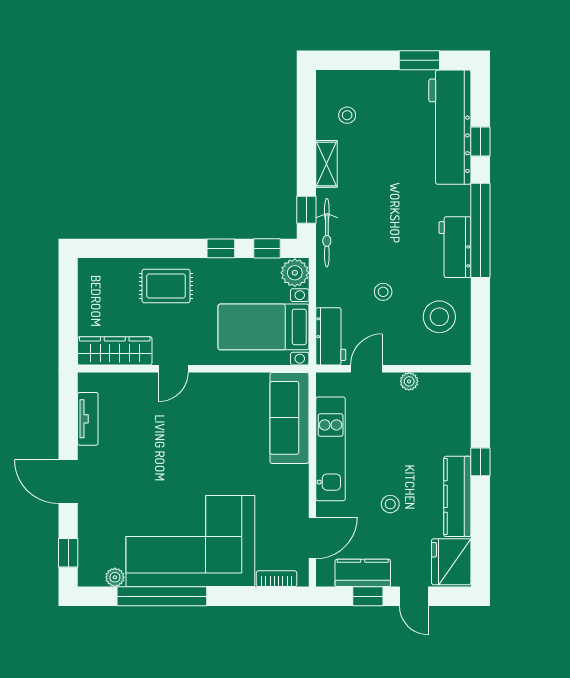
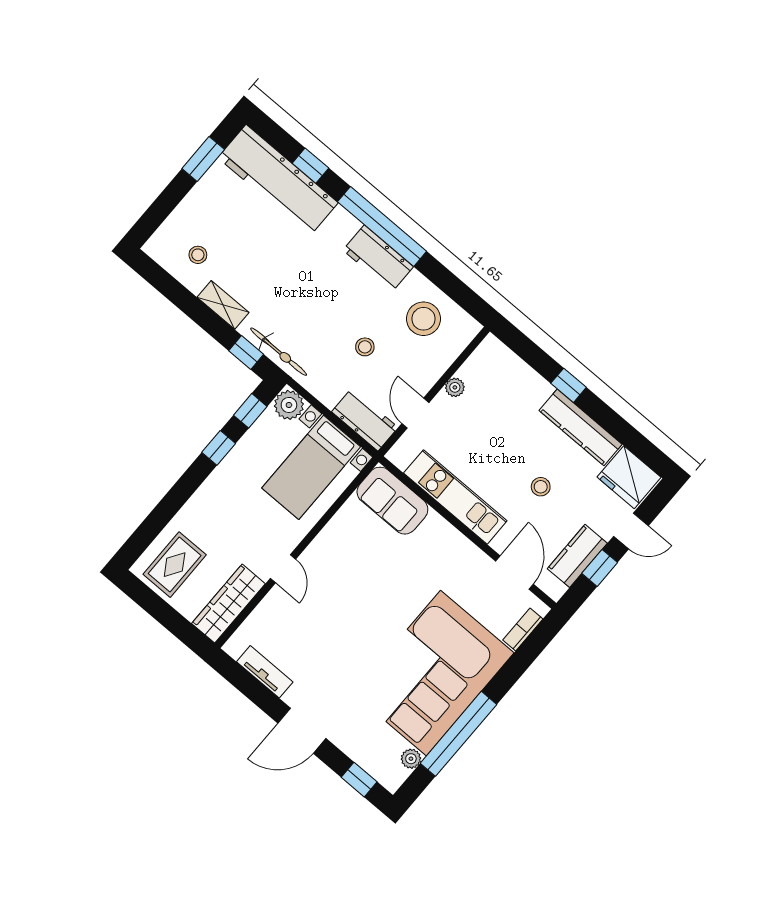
rug: (166, 286) -> (175, 565), moved
sofa: (289, 418) -> (392, 501), width x0.73

